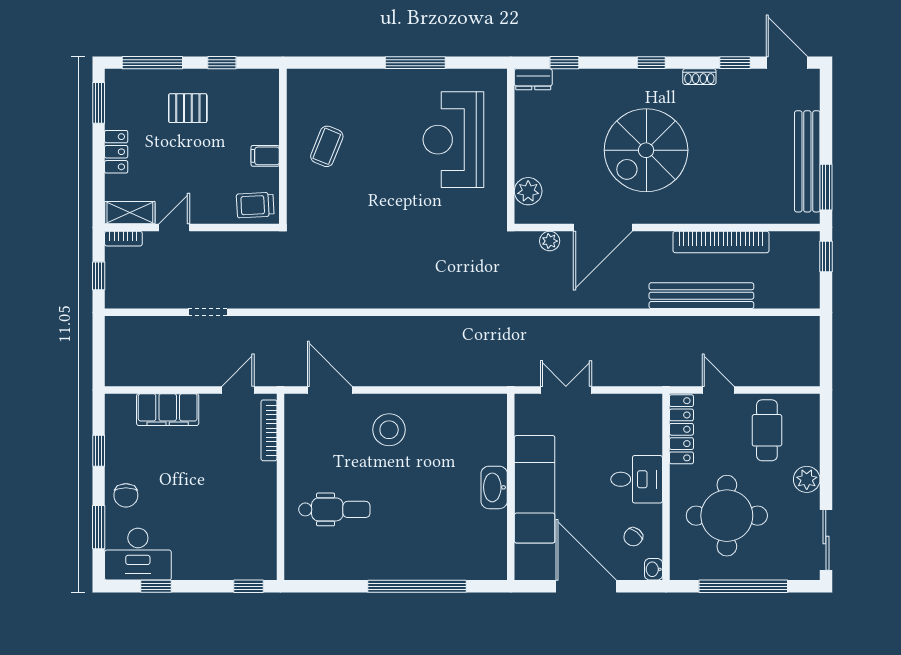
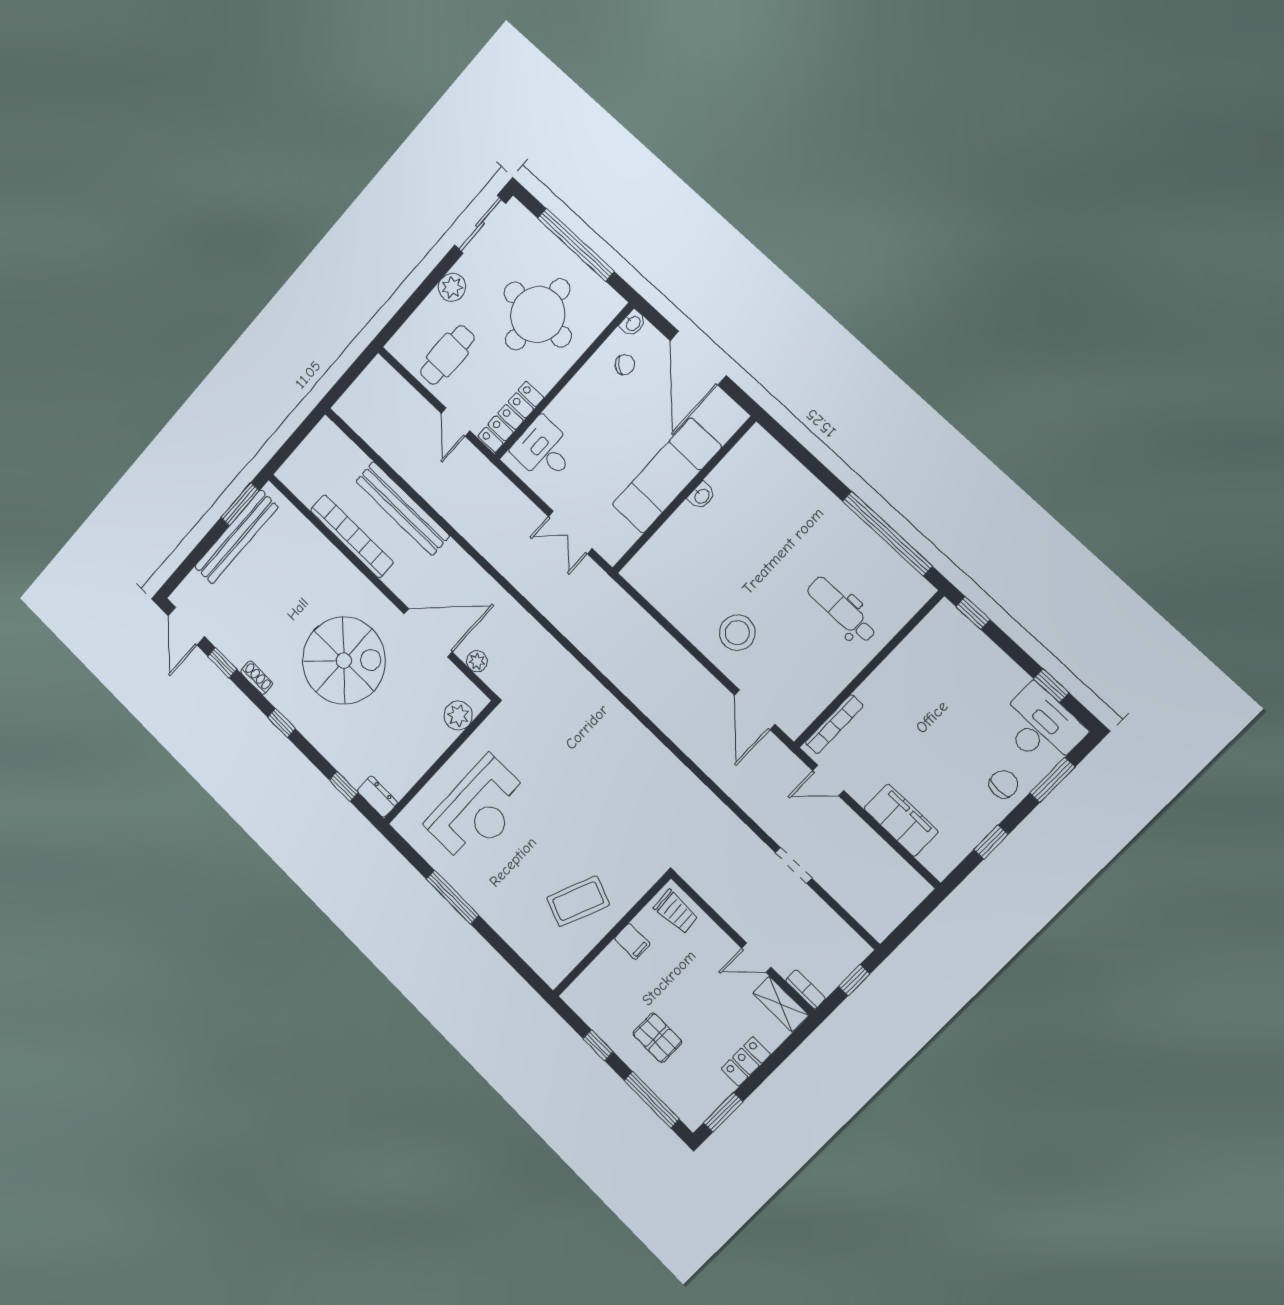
coffee table: (327, 146) -> (578, 901), width x1.36, depth x1.30
window: (826, 256) -> (286, 451), removed
desk: (637, 479) -> (544, 450), moved
washbasin: (494, 487) -> (702, 496), width x0.52, depth x0.69
window: (417, 586) -> (887, 534), moved

